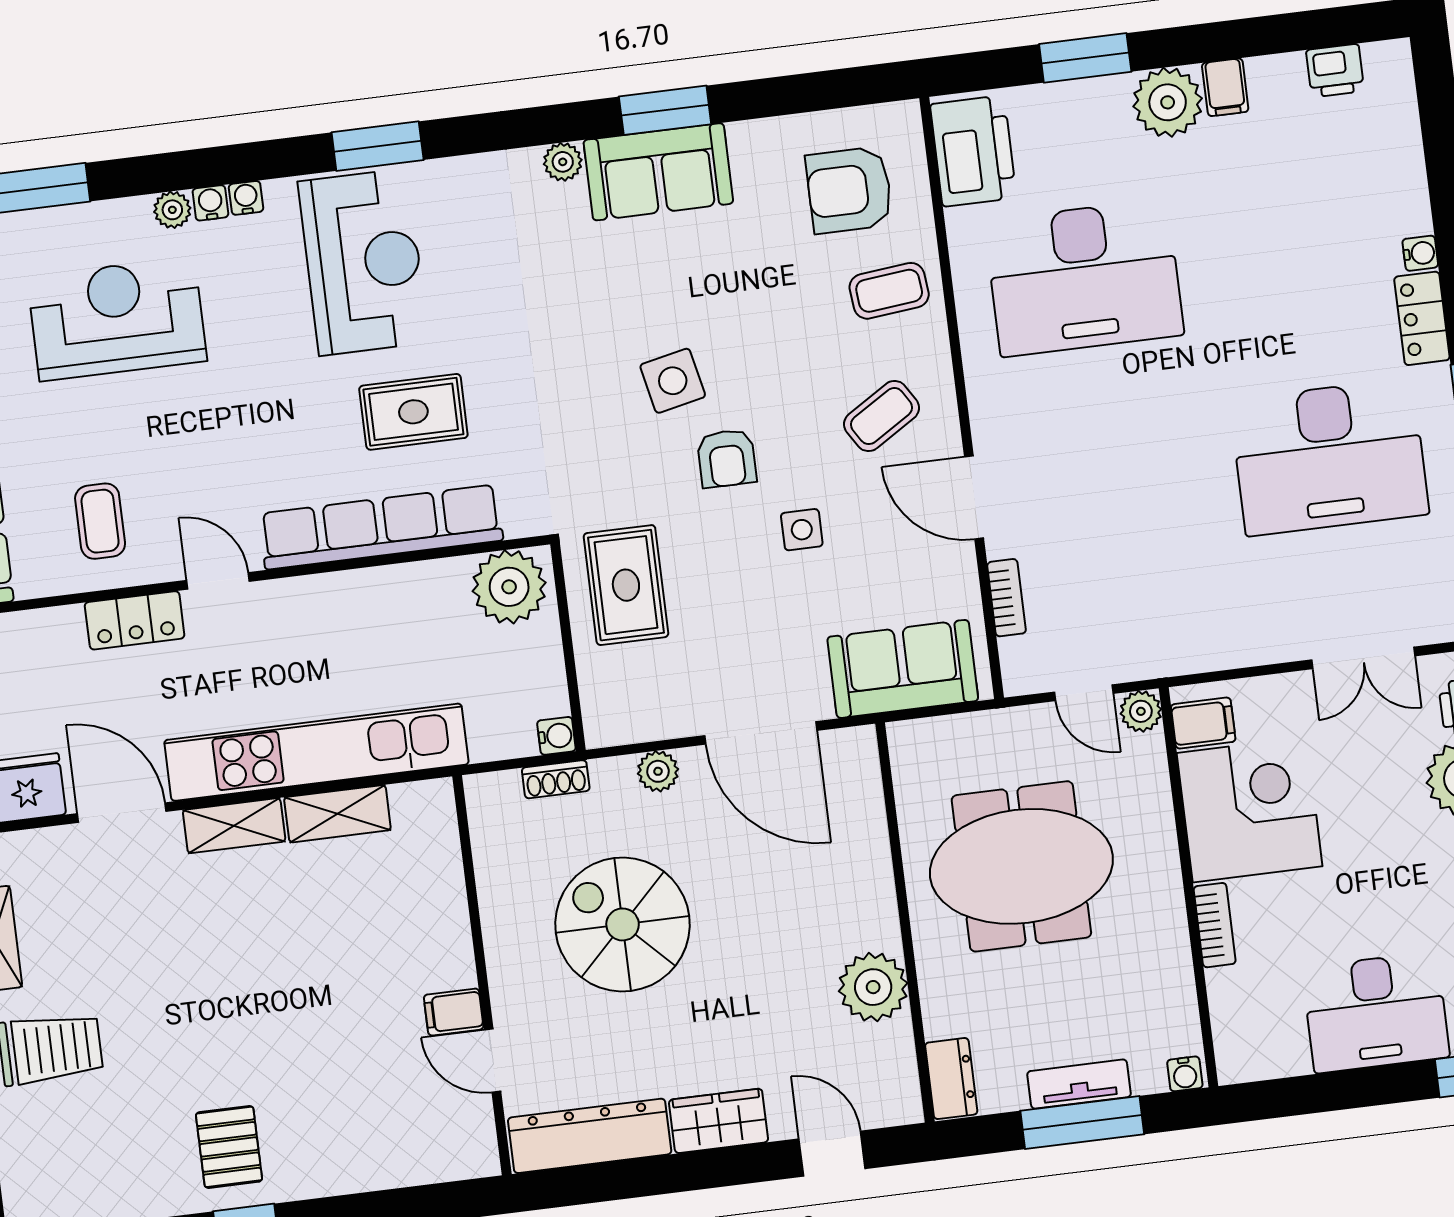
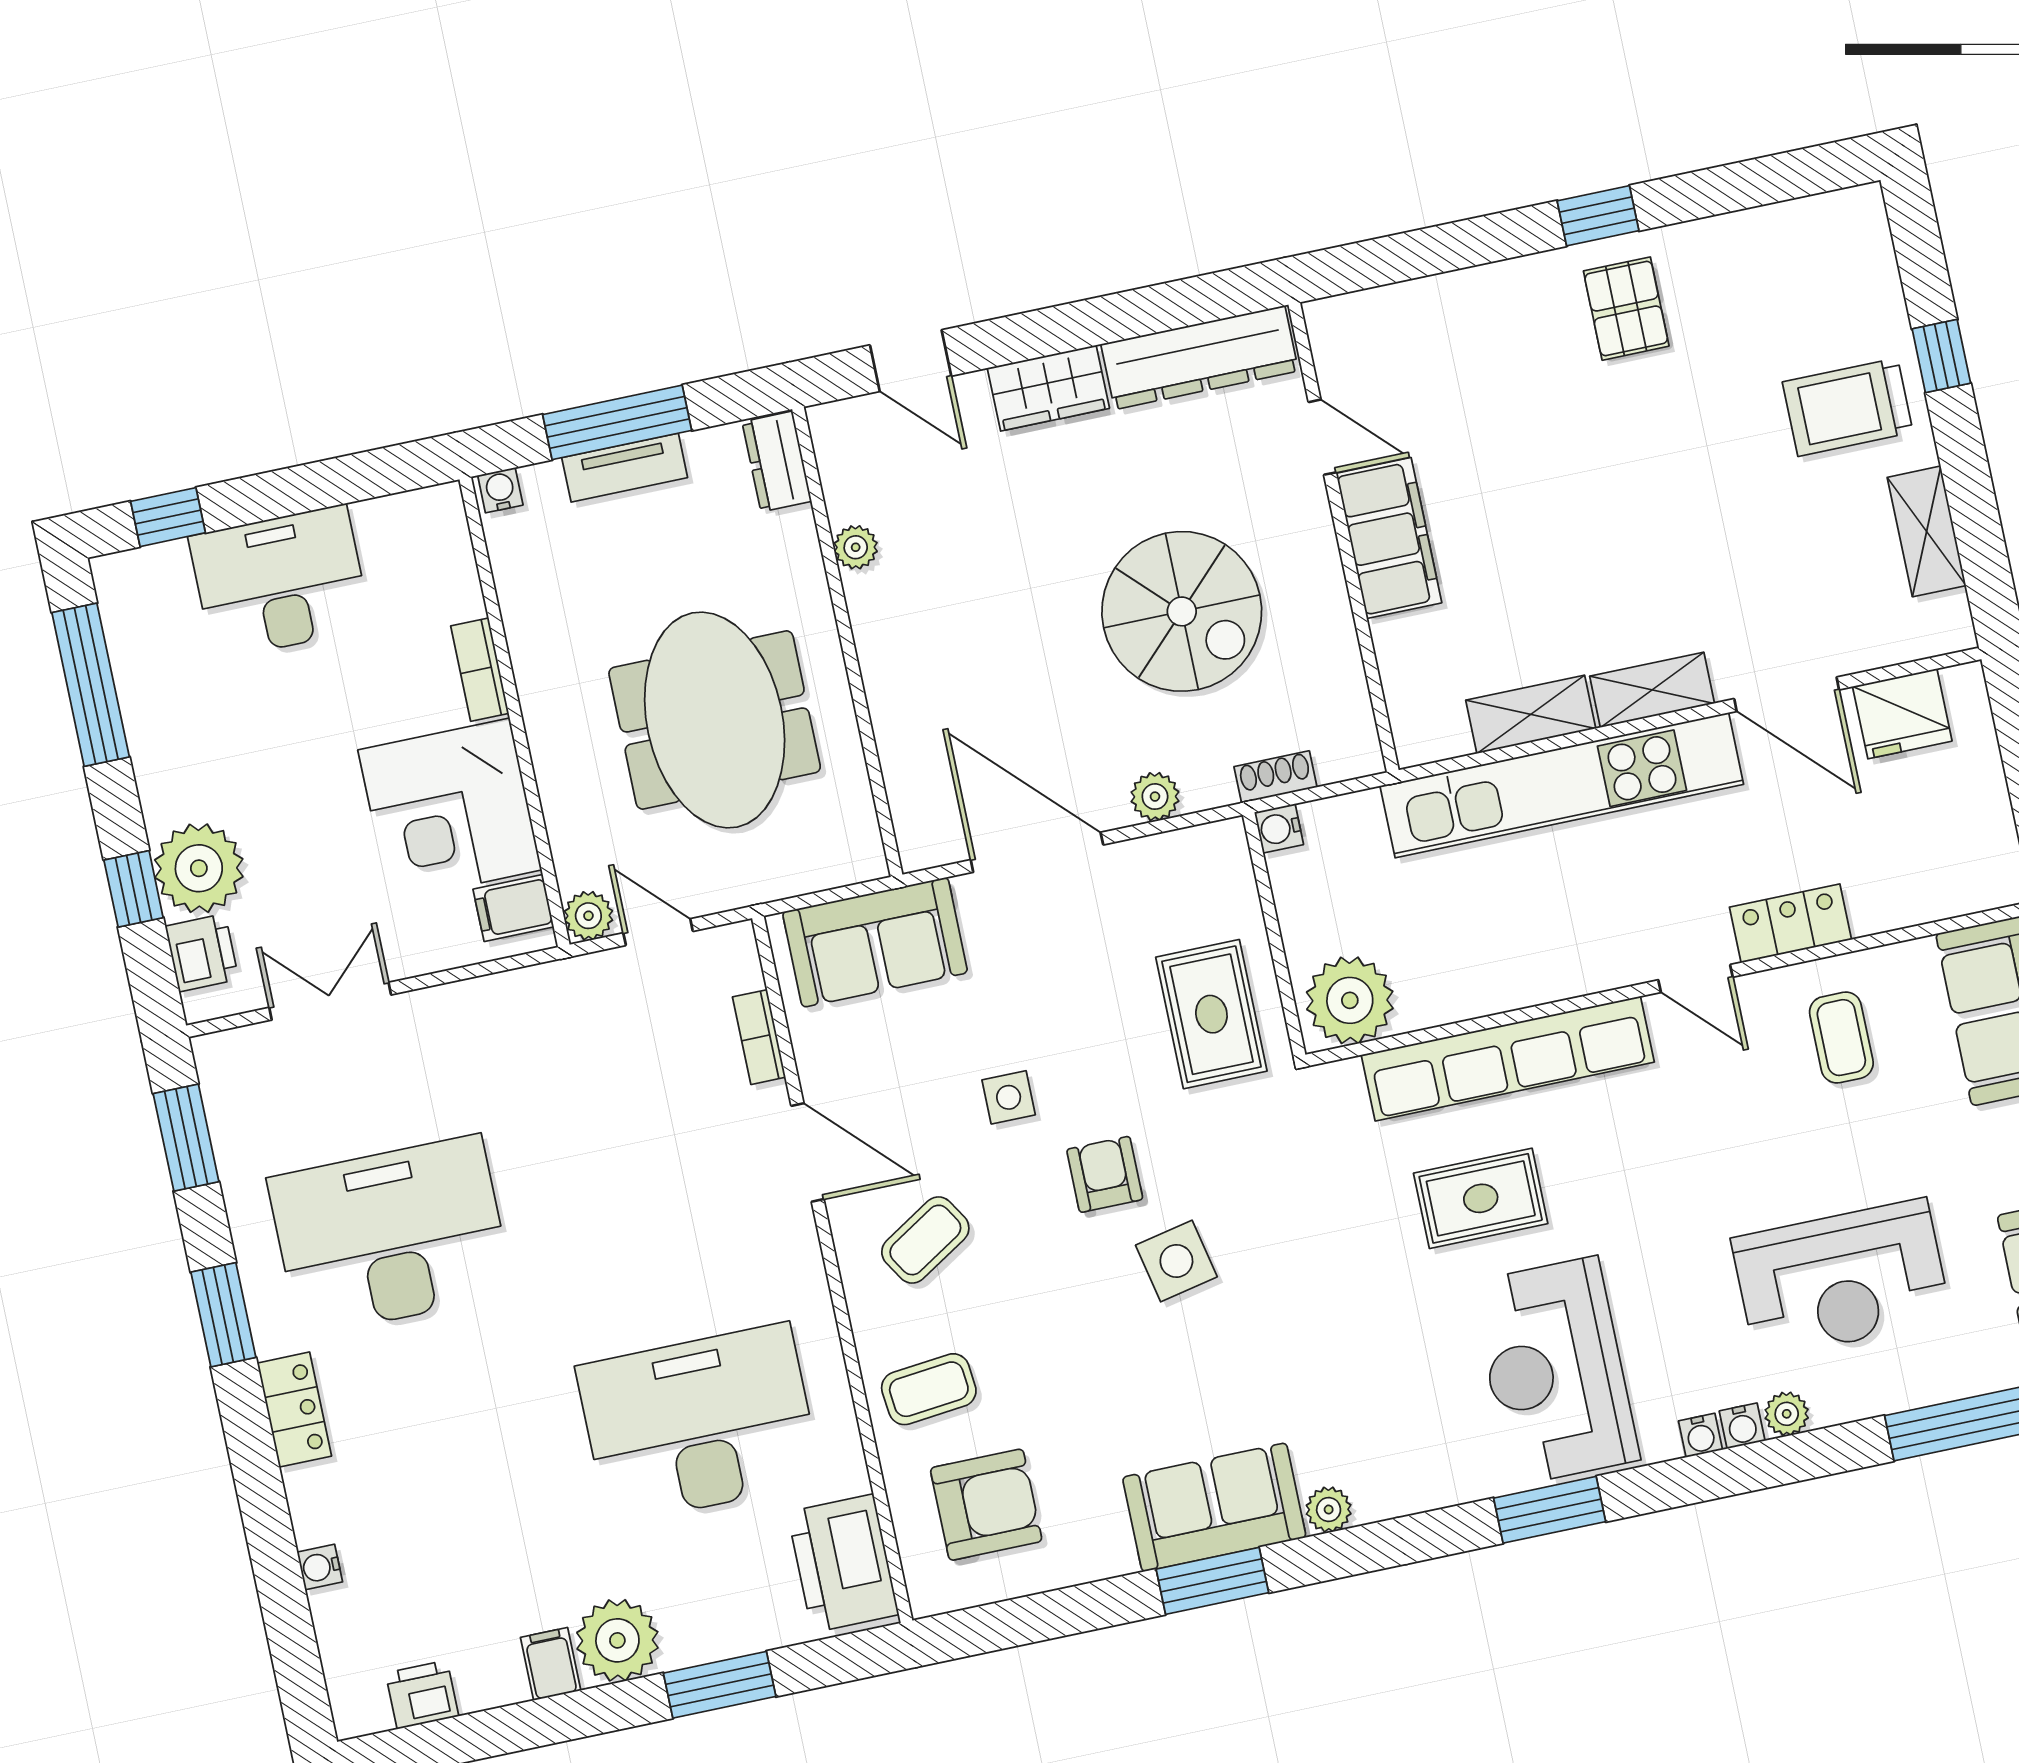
water cooler: (1420, 253) -> (320, 1567), moved
meeting table: (1021, 866) -> (715, 720), turned 90
plant: (873, 987) -> (856, 547), width x0.53, depth x0.53
filing cabinet: (454, 1012) -> (1389, 538), width x3.00, depth x1.17

